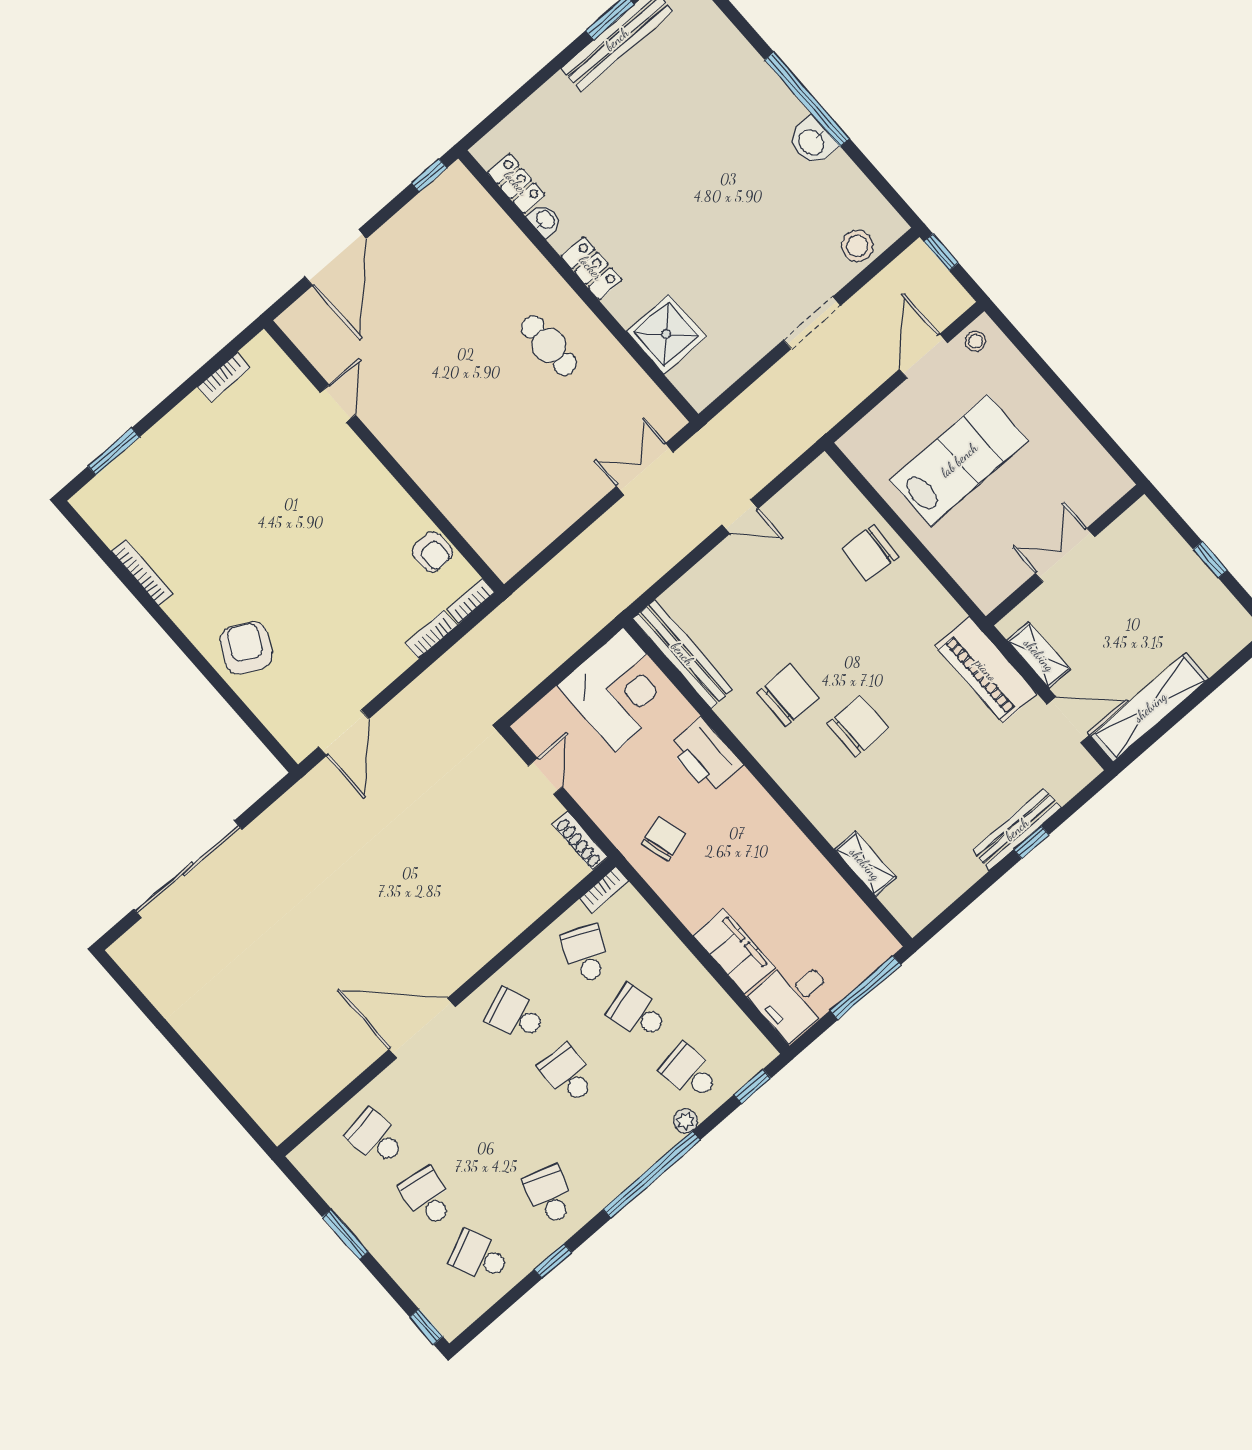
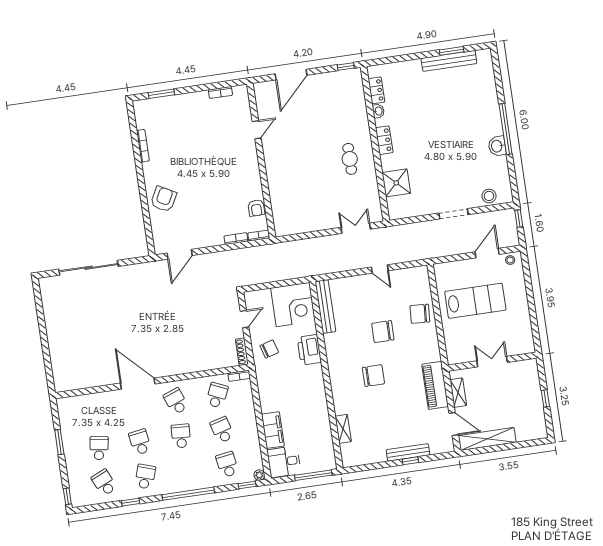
chair: (788, 696) -> (383, 332), moved, turned 180
chair: (663, 839) -> (269, 349), moved
plant: (686, 1121) -> (259, 475), moved
school desk: (376, 1138) -> (140, 442), moved

